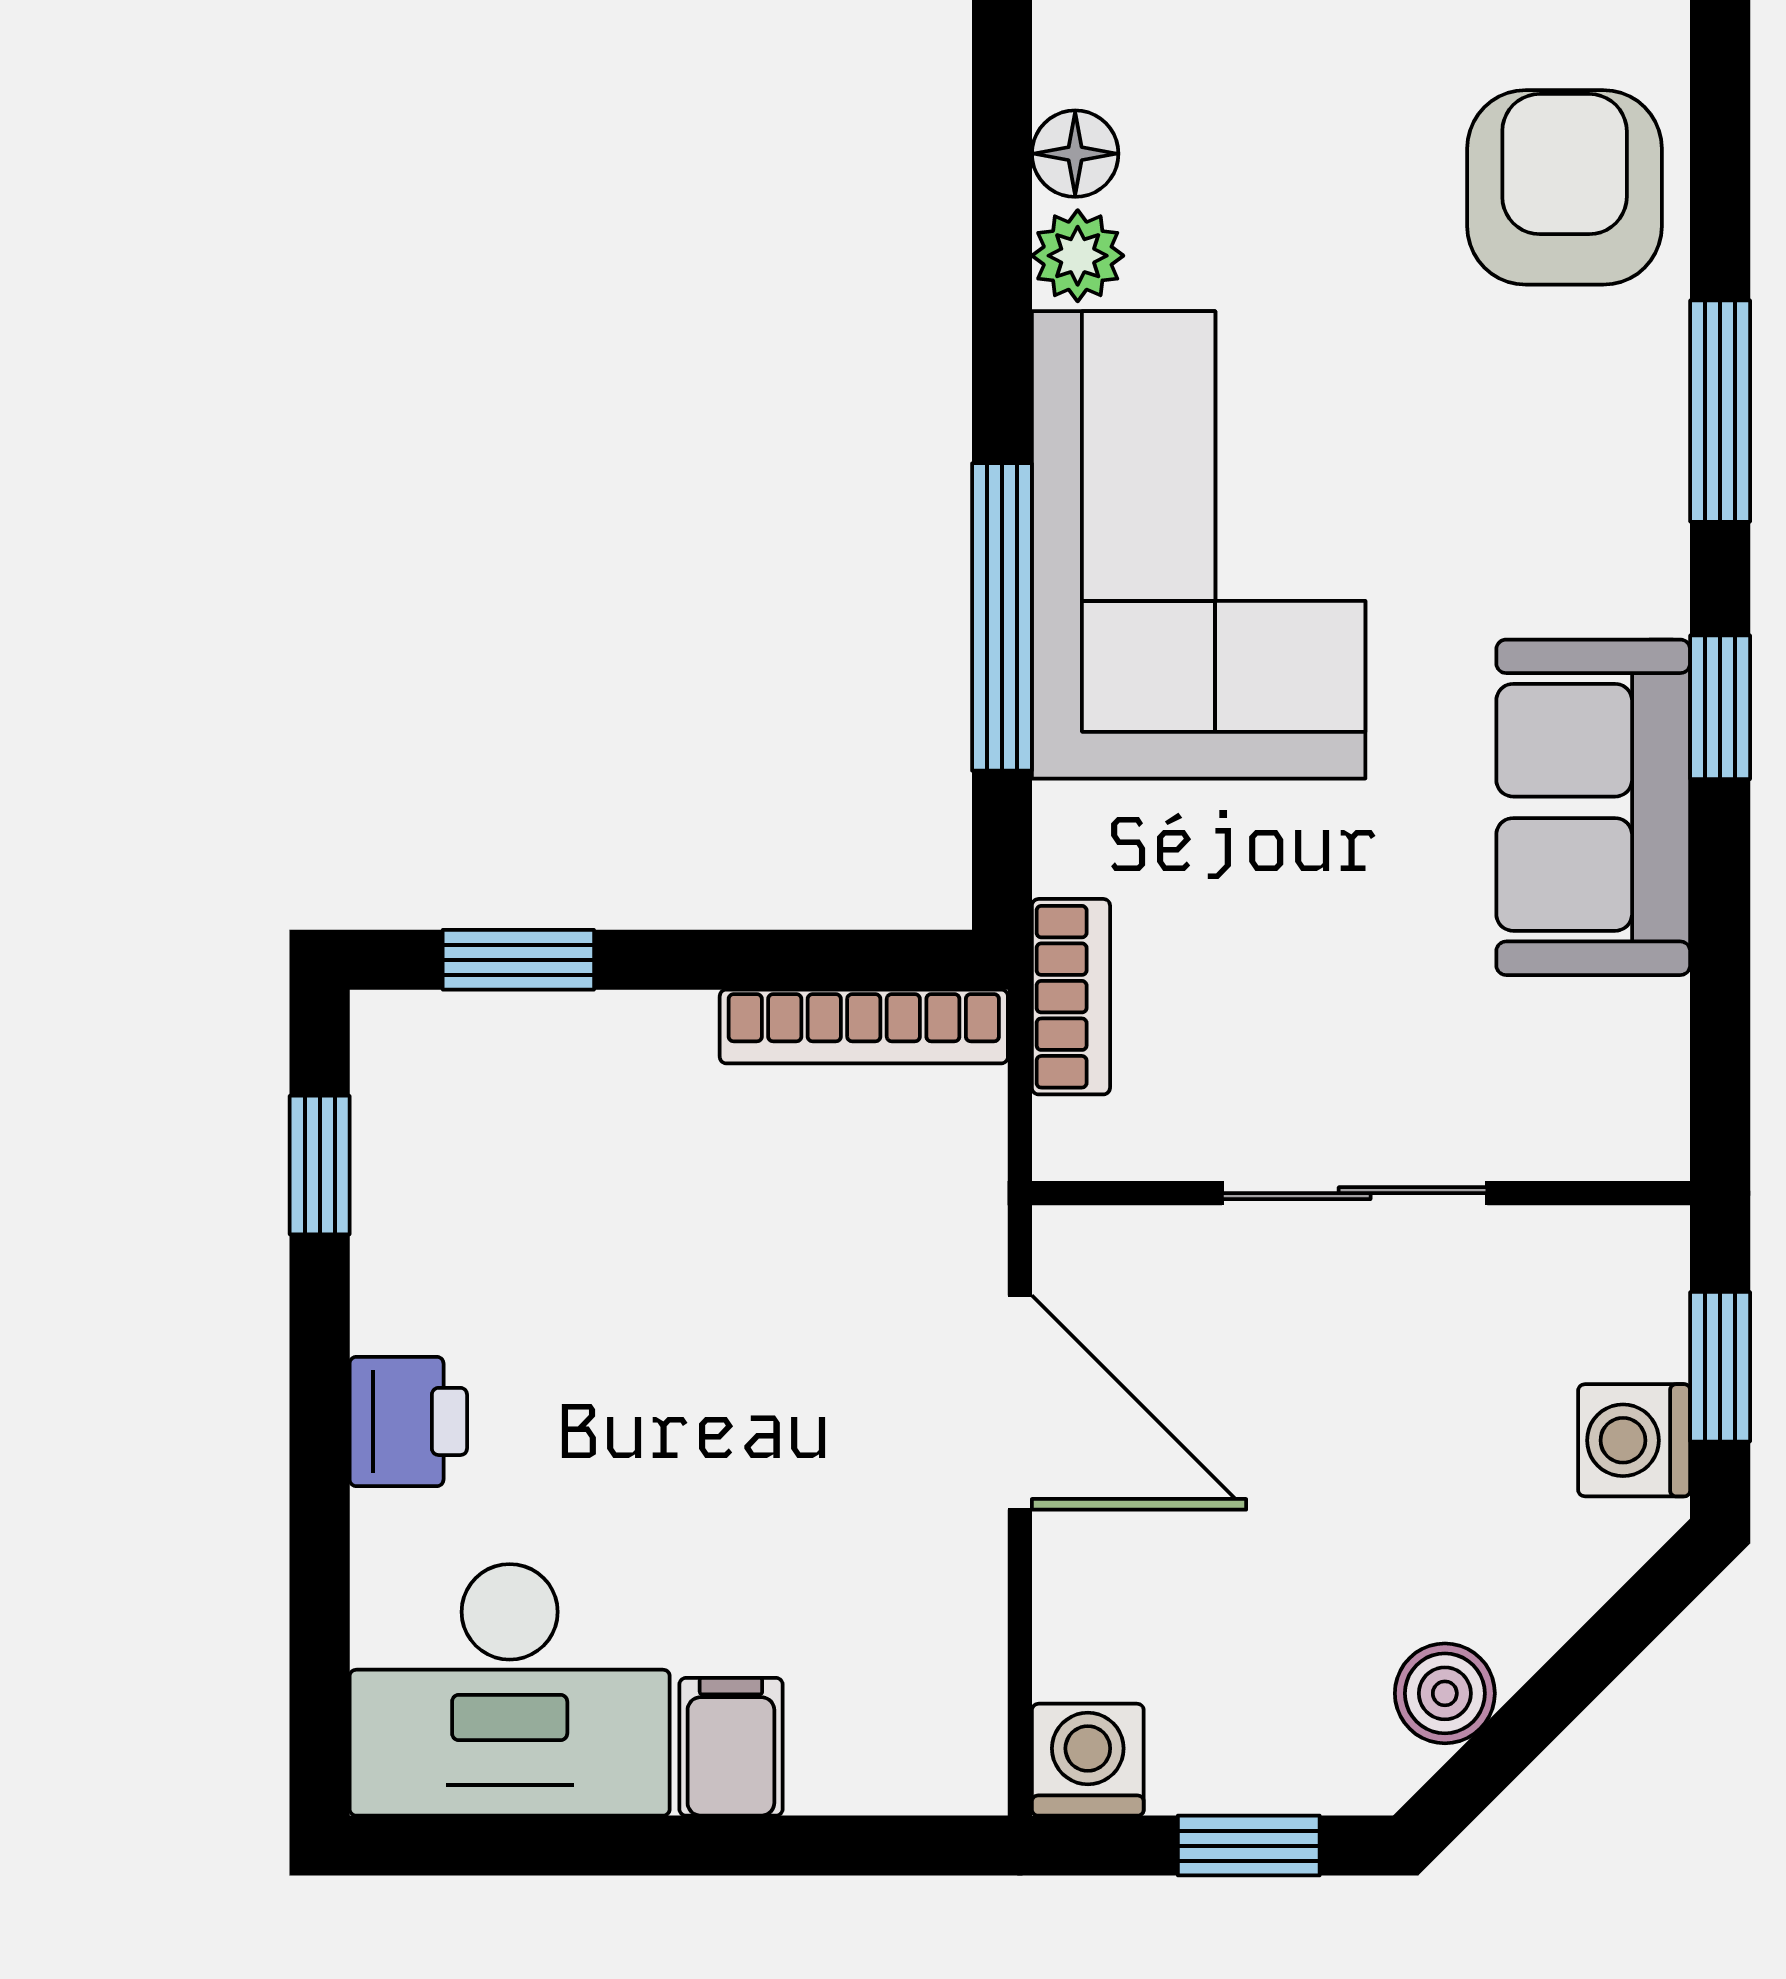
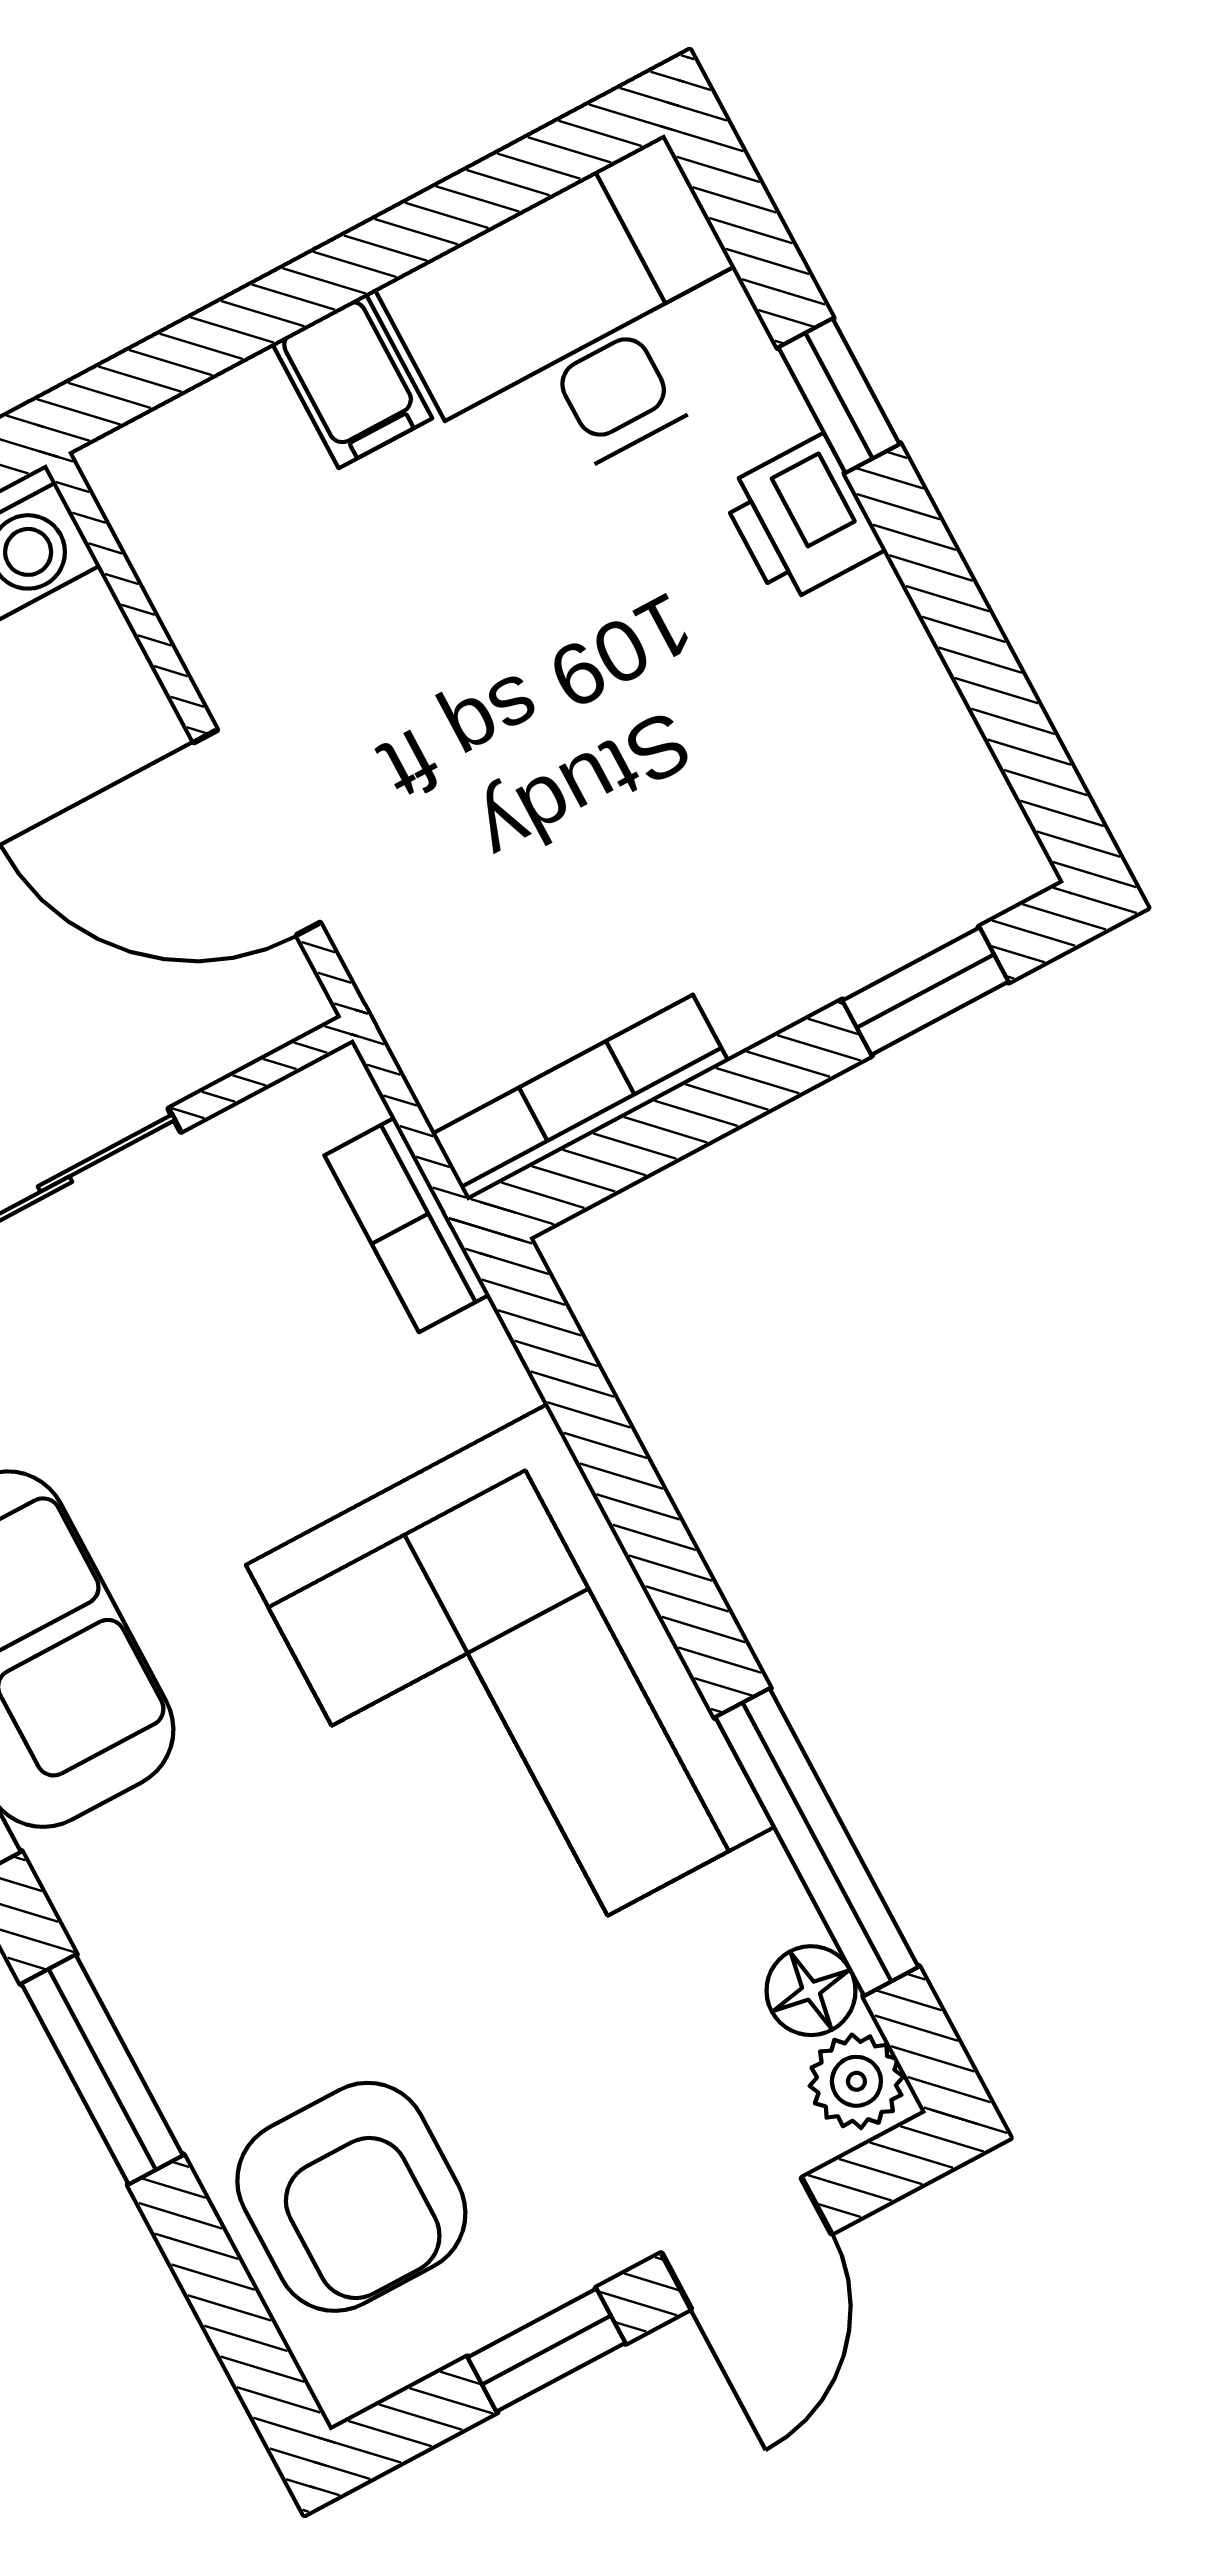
plant: (1078, 256) -> (856, 2081), moved
window: (1002, 617) -> (817, 1842), moved
window: (320, 1165) -> (839, 396), moved

